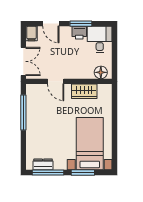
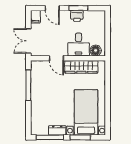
desk: (100, 39) -> (78, 45), moved, turned 180
double door: (23, 61) -> (28, 41), swing flipped
wardrobe: (84, 91) -> (81, 67), width x1.50
dresser: (43, 164) -> (57, 130), moved

